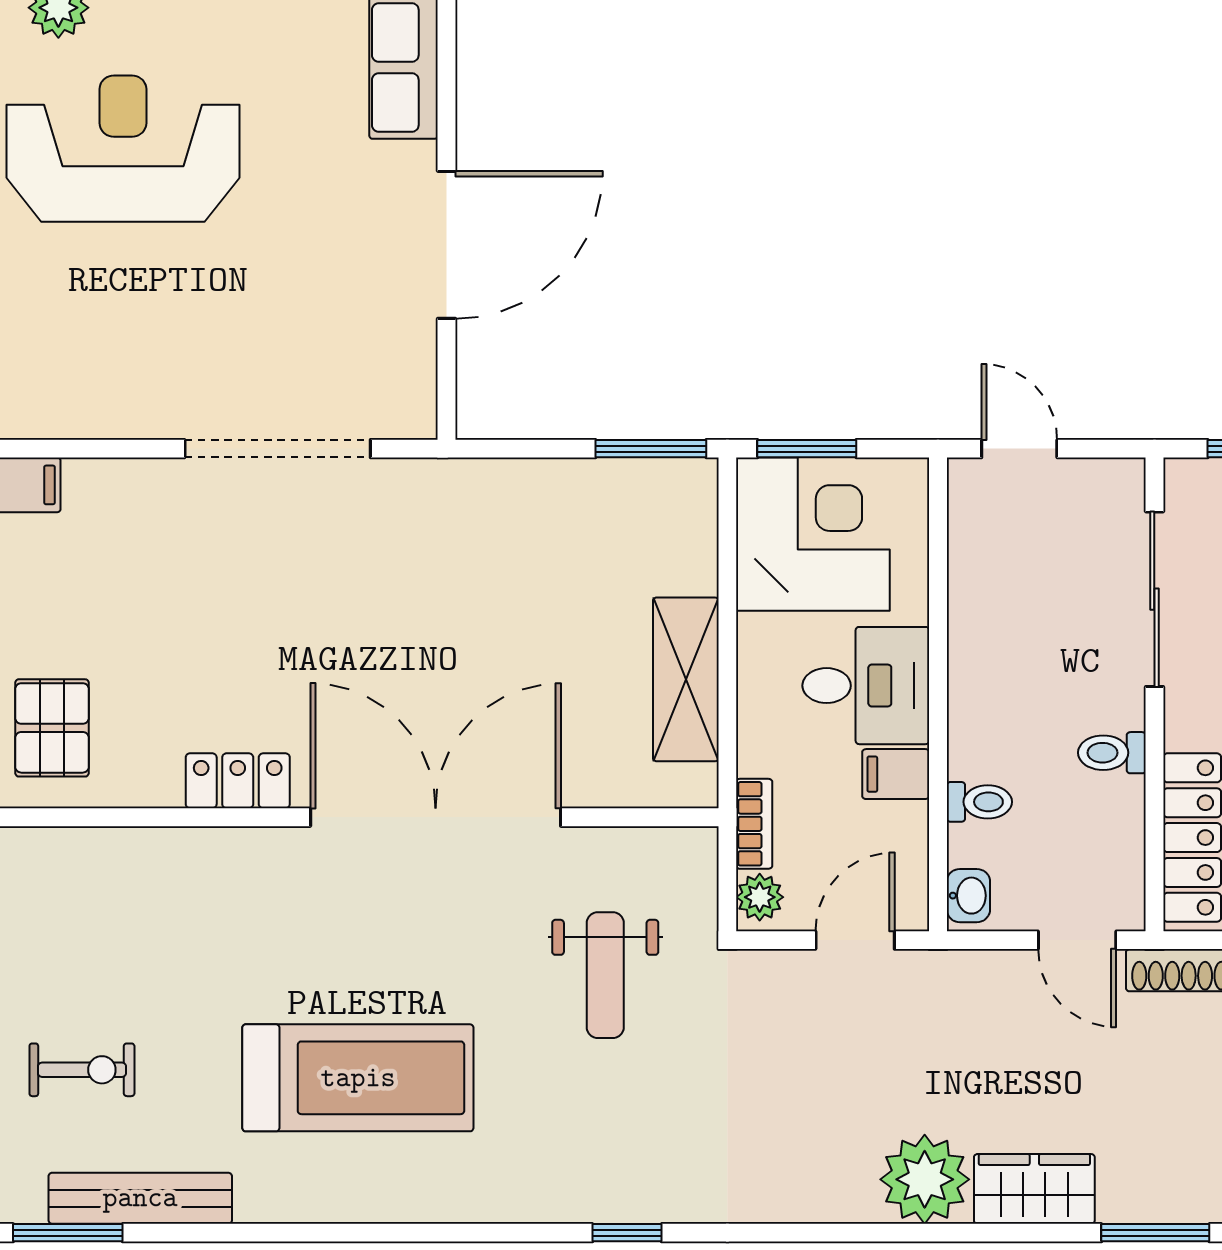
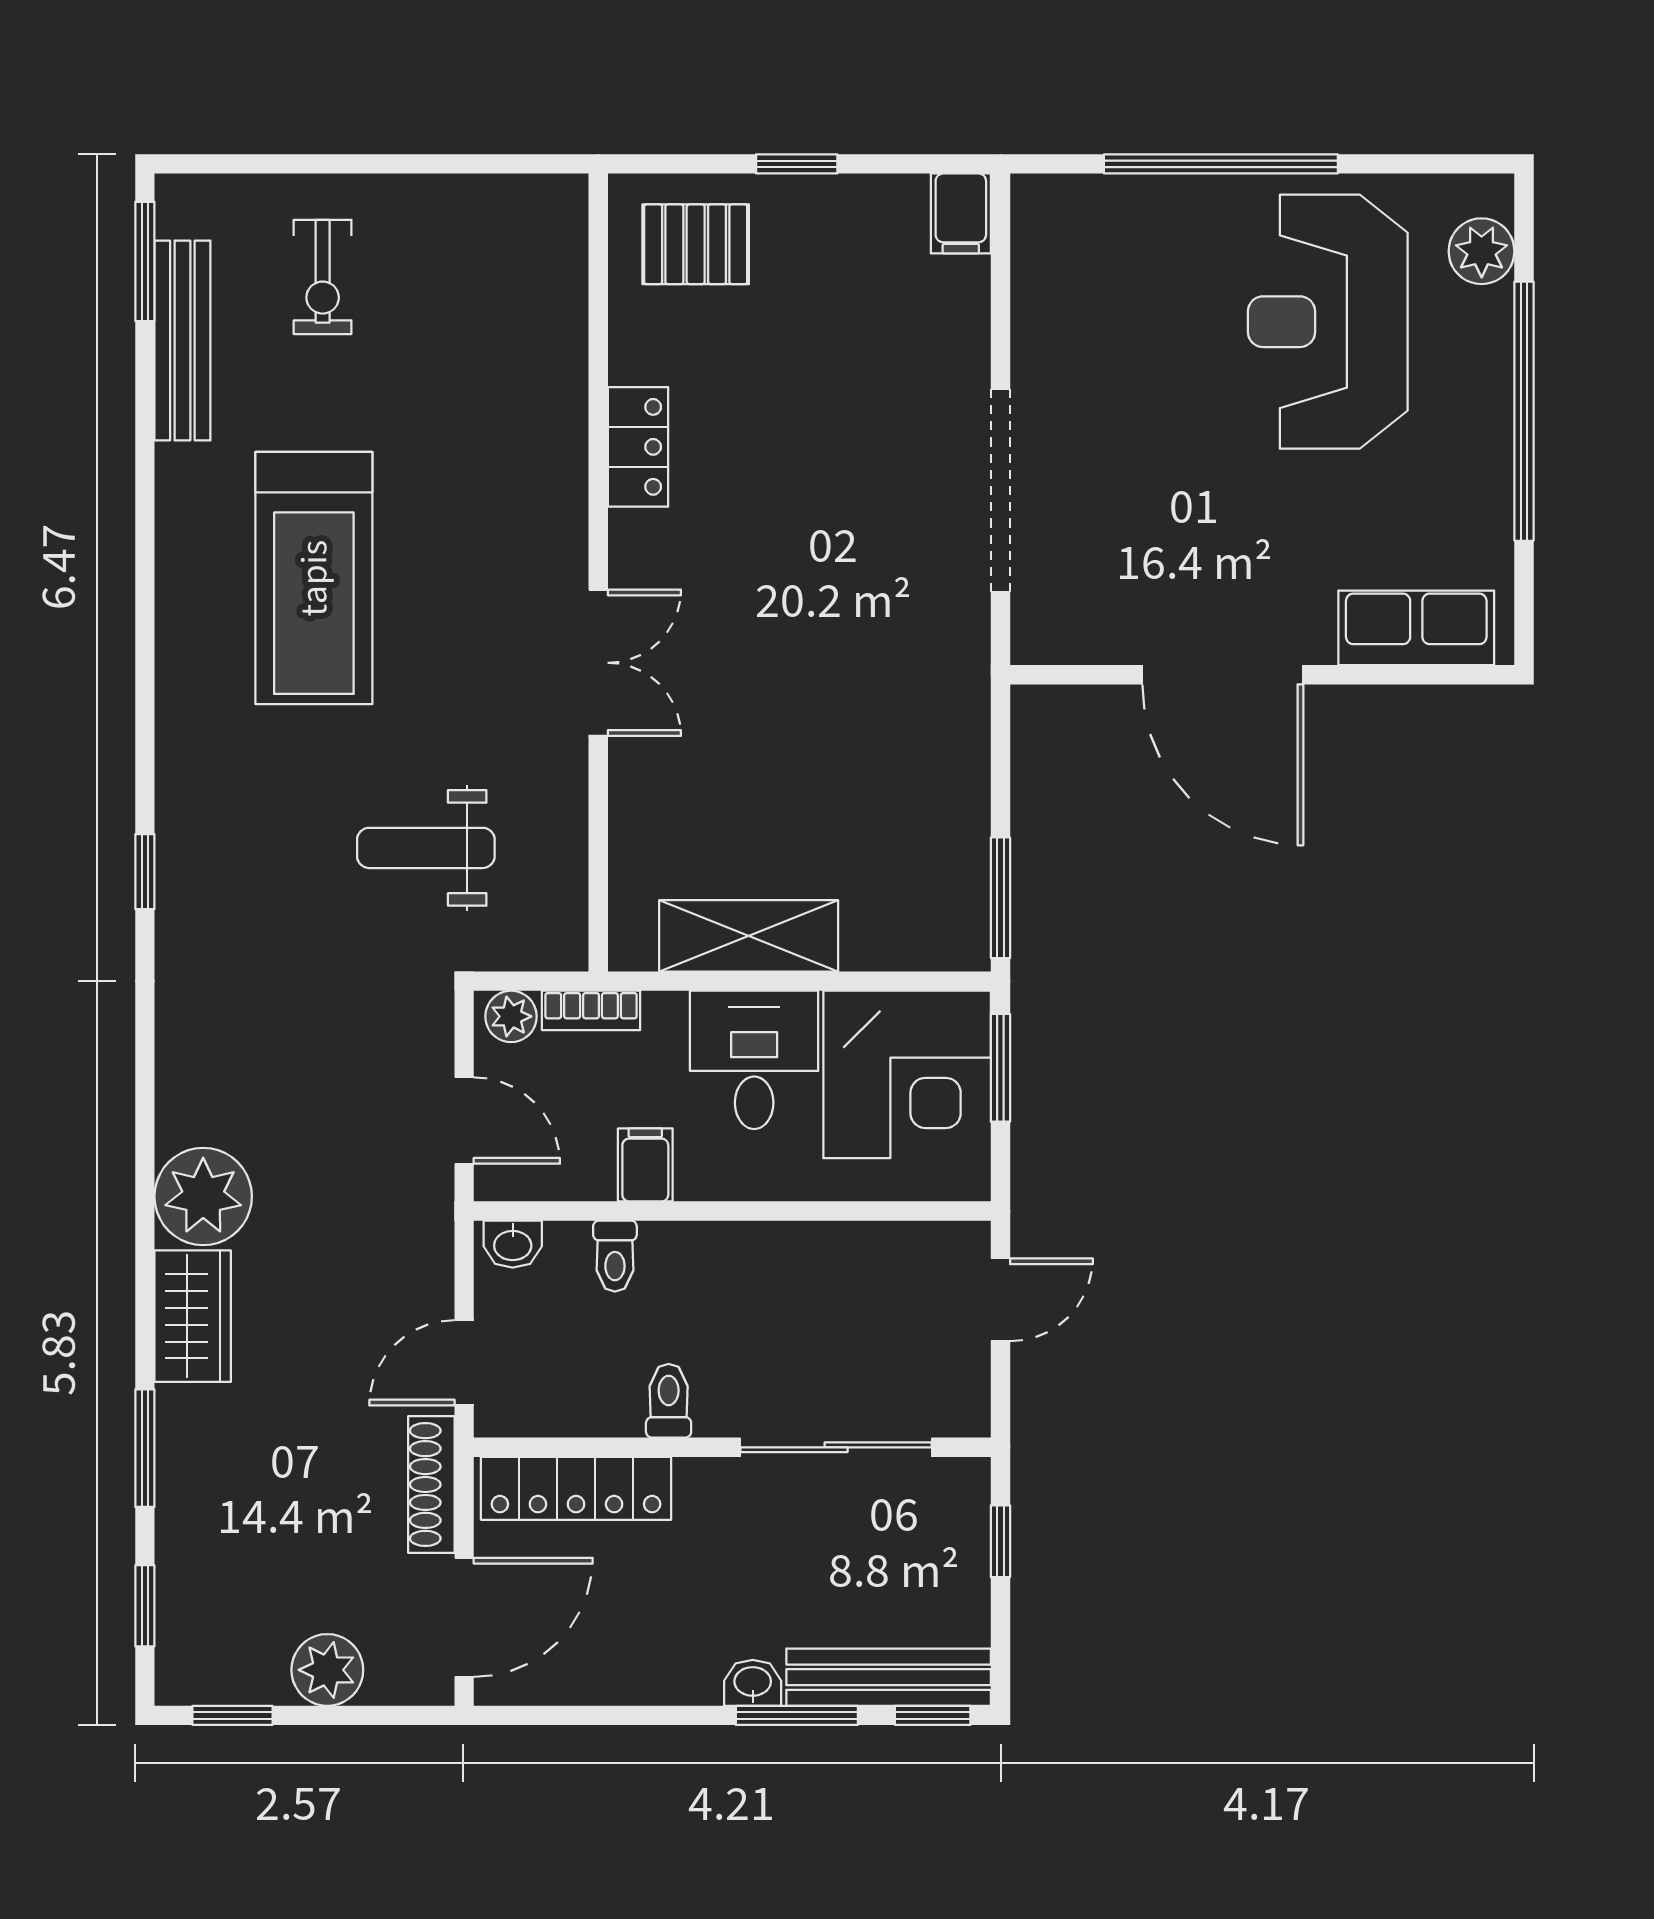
reception desk: (123, 149) -> (1328, 322), turned 180
desk: (866, 686) -> (754, 1060), moved, turned 180
double door: (436, 817) -> (598, 663), width x0.54

